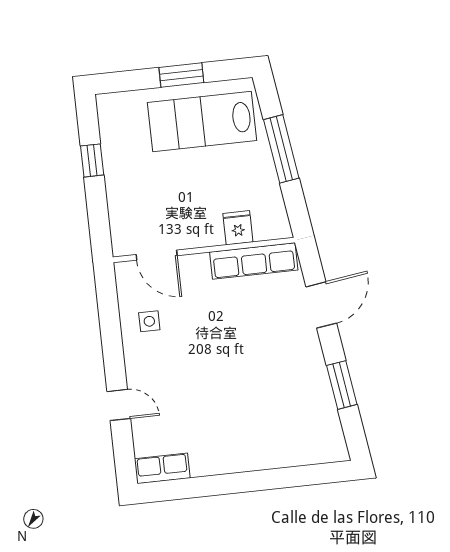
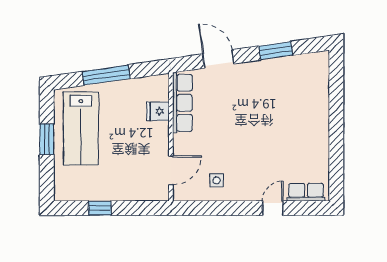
row of seats: (162, 468) -> (306, 192), moved, turned 90

